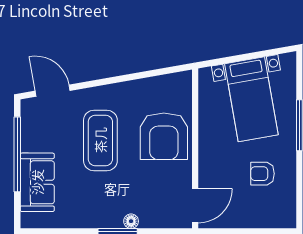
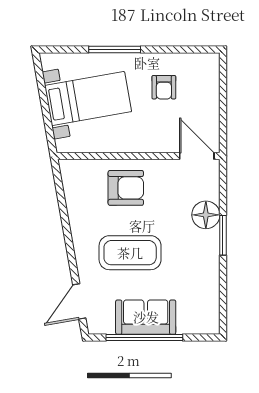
armchair: (164, 136) -> (126, 188), width x0.73, depth x0.73
sofa: (37, 182) -> (146, 317), moved
floor lamp: (131, 221) -> (206, 215), width x1.89, depth x1.89

